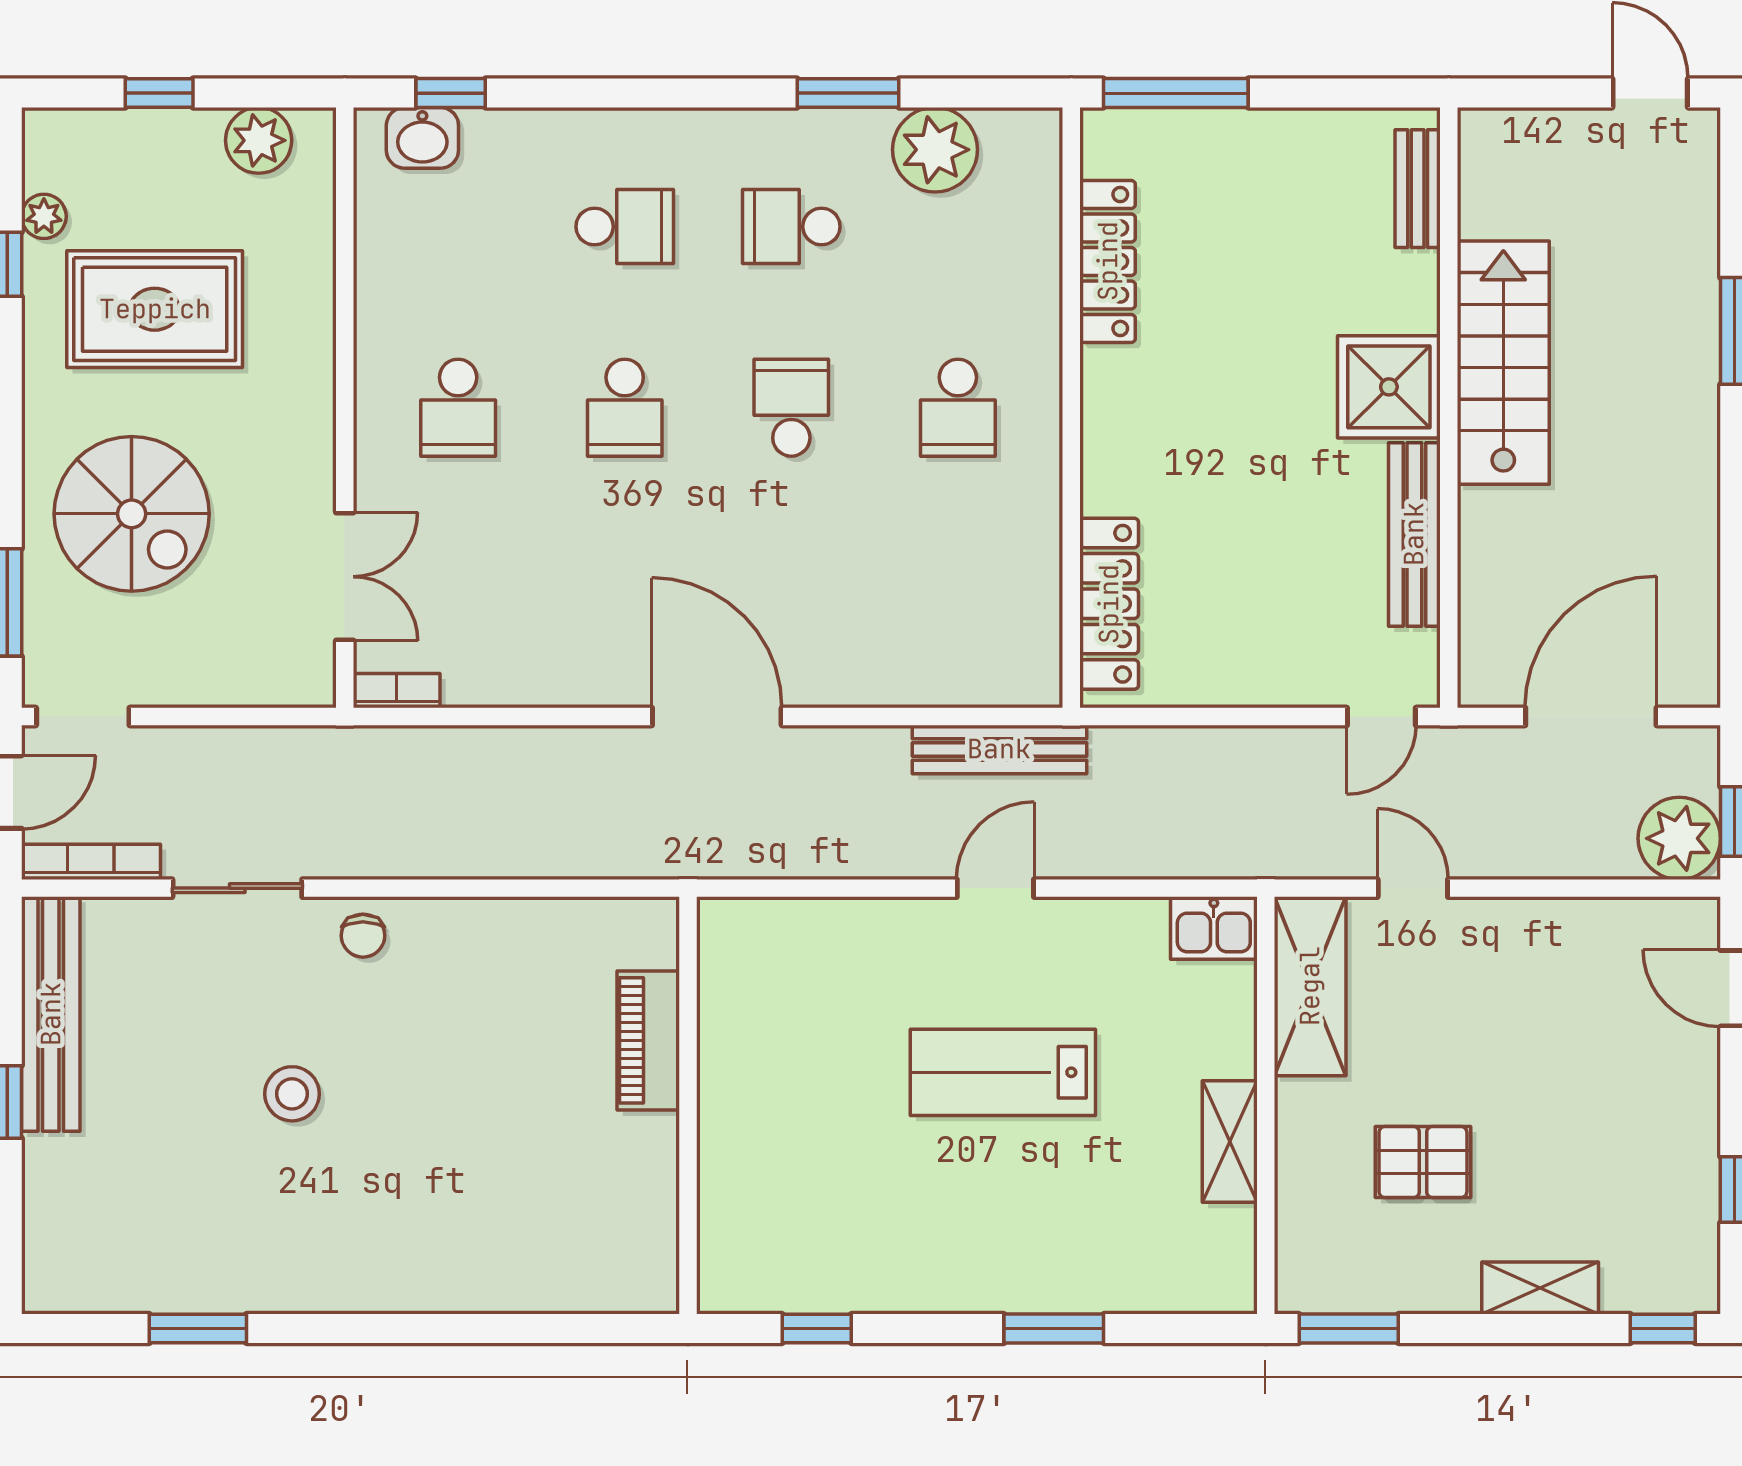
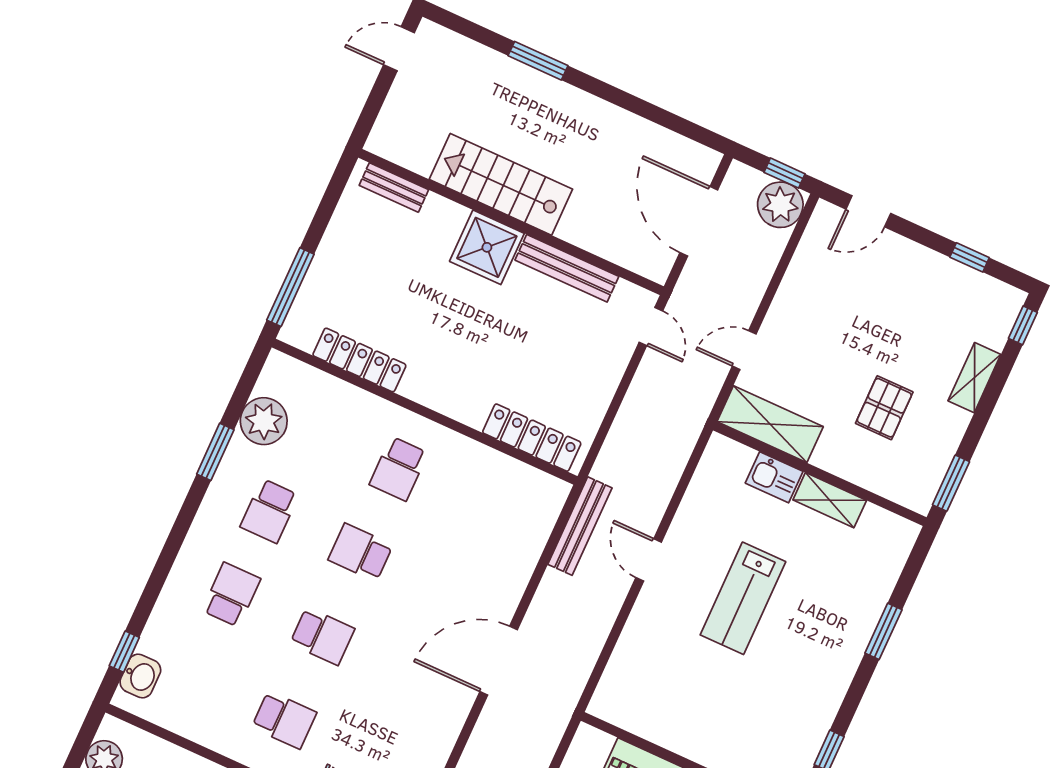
school desk: (958, 408) -> (399, 469), turned 90
kitchen sink: (1214, 928) -> (774, 477), moved, turned 90

